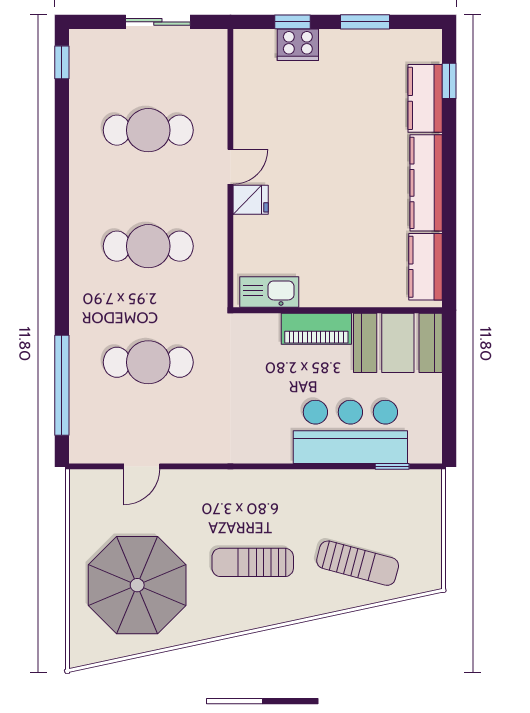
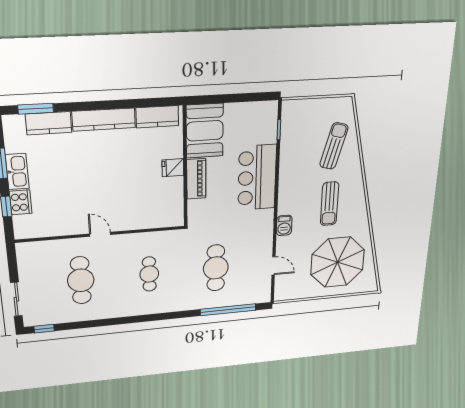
sliding door: (158, 22) -> (16, 299), moved
window: (449, 81) -> (36, 109), width x1.50
fridge: (251, 200) -> (173, 168), moved, turned -90
cafe table: (148, 246) -> (149, 274), width x0.73, depth x0.74
kitchen sink: (269, 292) -> (17, 172), moved, turned 180
bar counter: (350, 432) -> (257, 178), moved
barbecue: (219, 483) -> (284, 225), added

